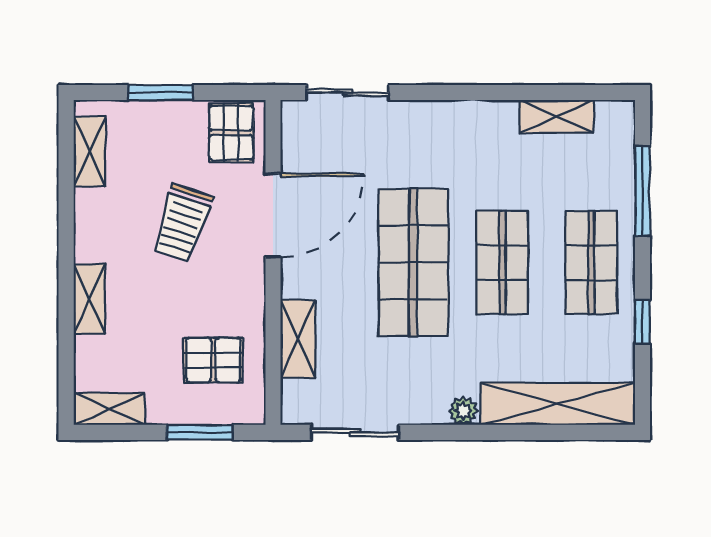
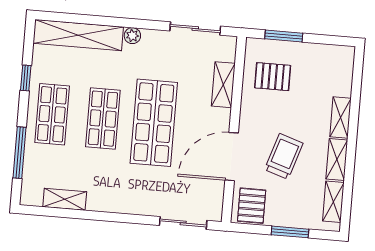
shelving: (109, 409) -> (337, 160), moved, turned 90

